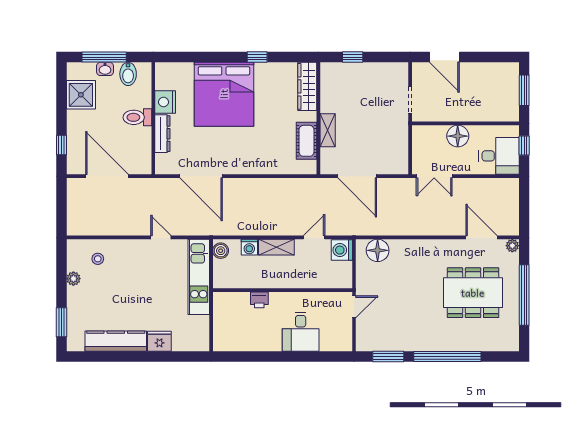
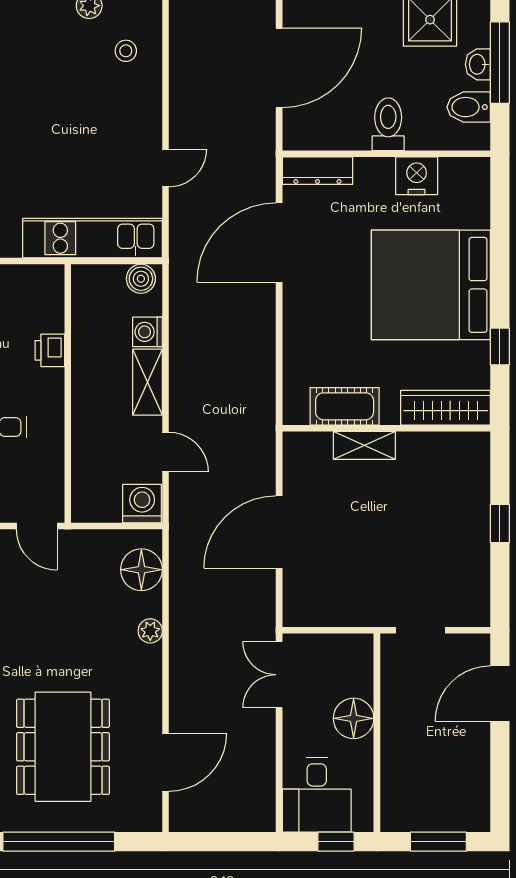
wardrobe: (307, 86) -> (446, 408), moved
wall: (318, 118) -> (386, 428), moved
shelving: (328, 130) -> (364, 445), moved
dresser: (162, 134) -> (317, 171), moved
cot: (306, 141) -> (345, 406), moved
plant: (512, 246) -> (150, 631), moved

